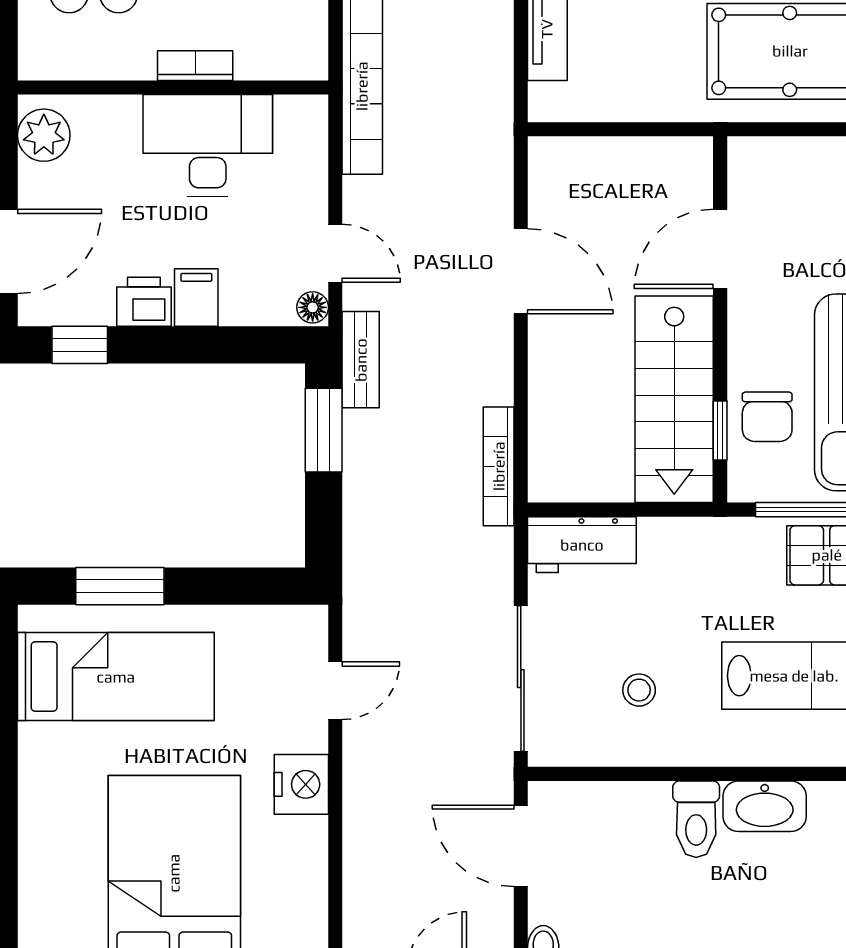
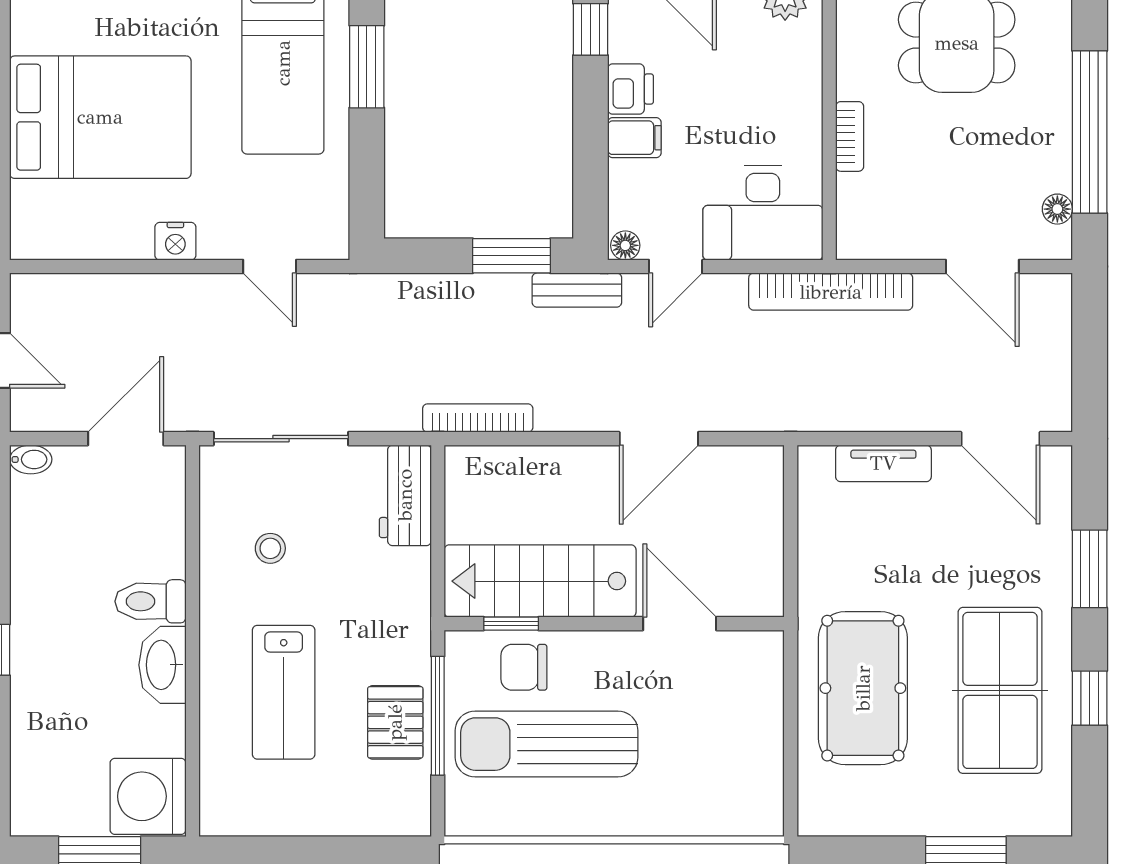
desk: (208, 145) -> (763, 213), moved, turned 90
nightstand: (301, 784) -> (175, 241), width x0.74, depth x0.75

